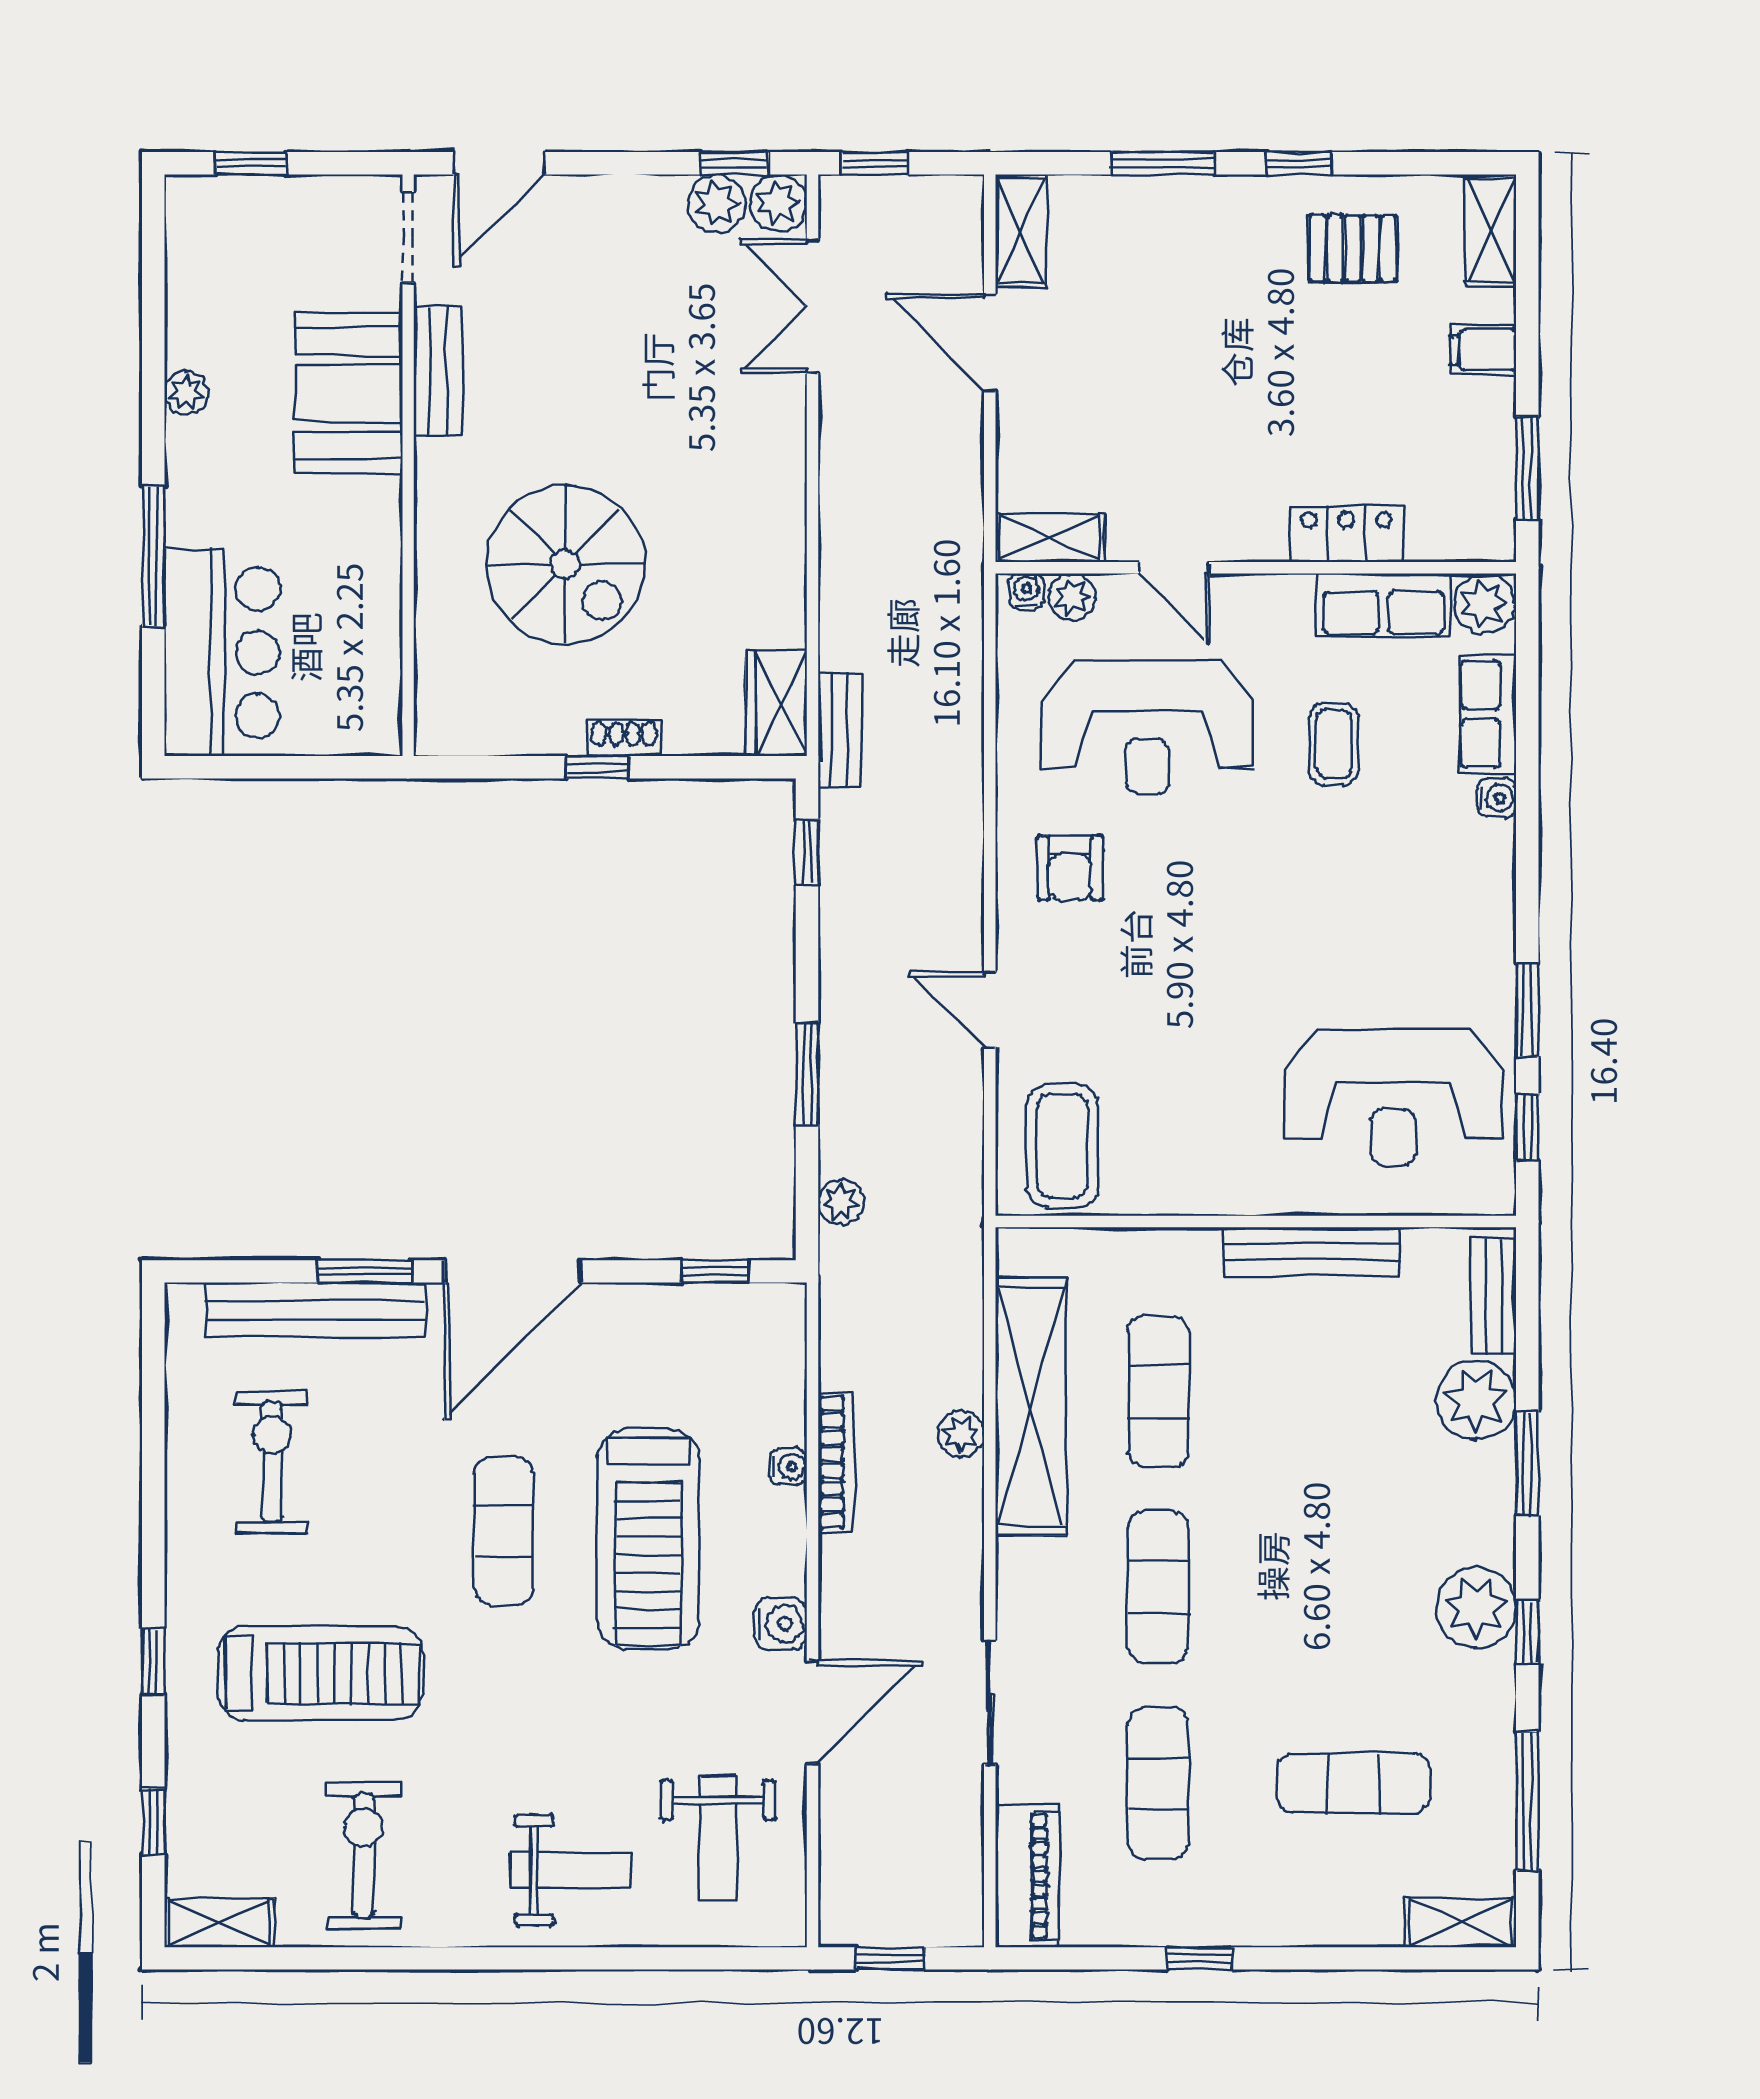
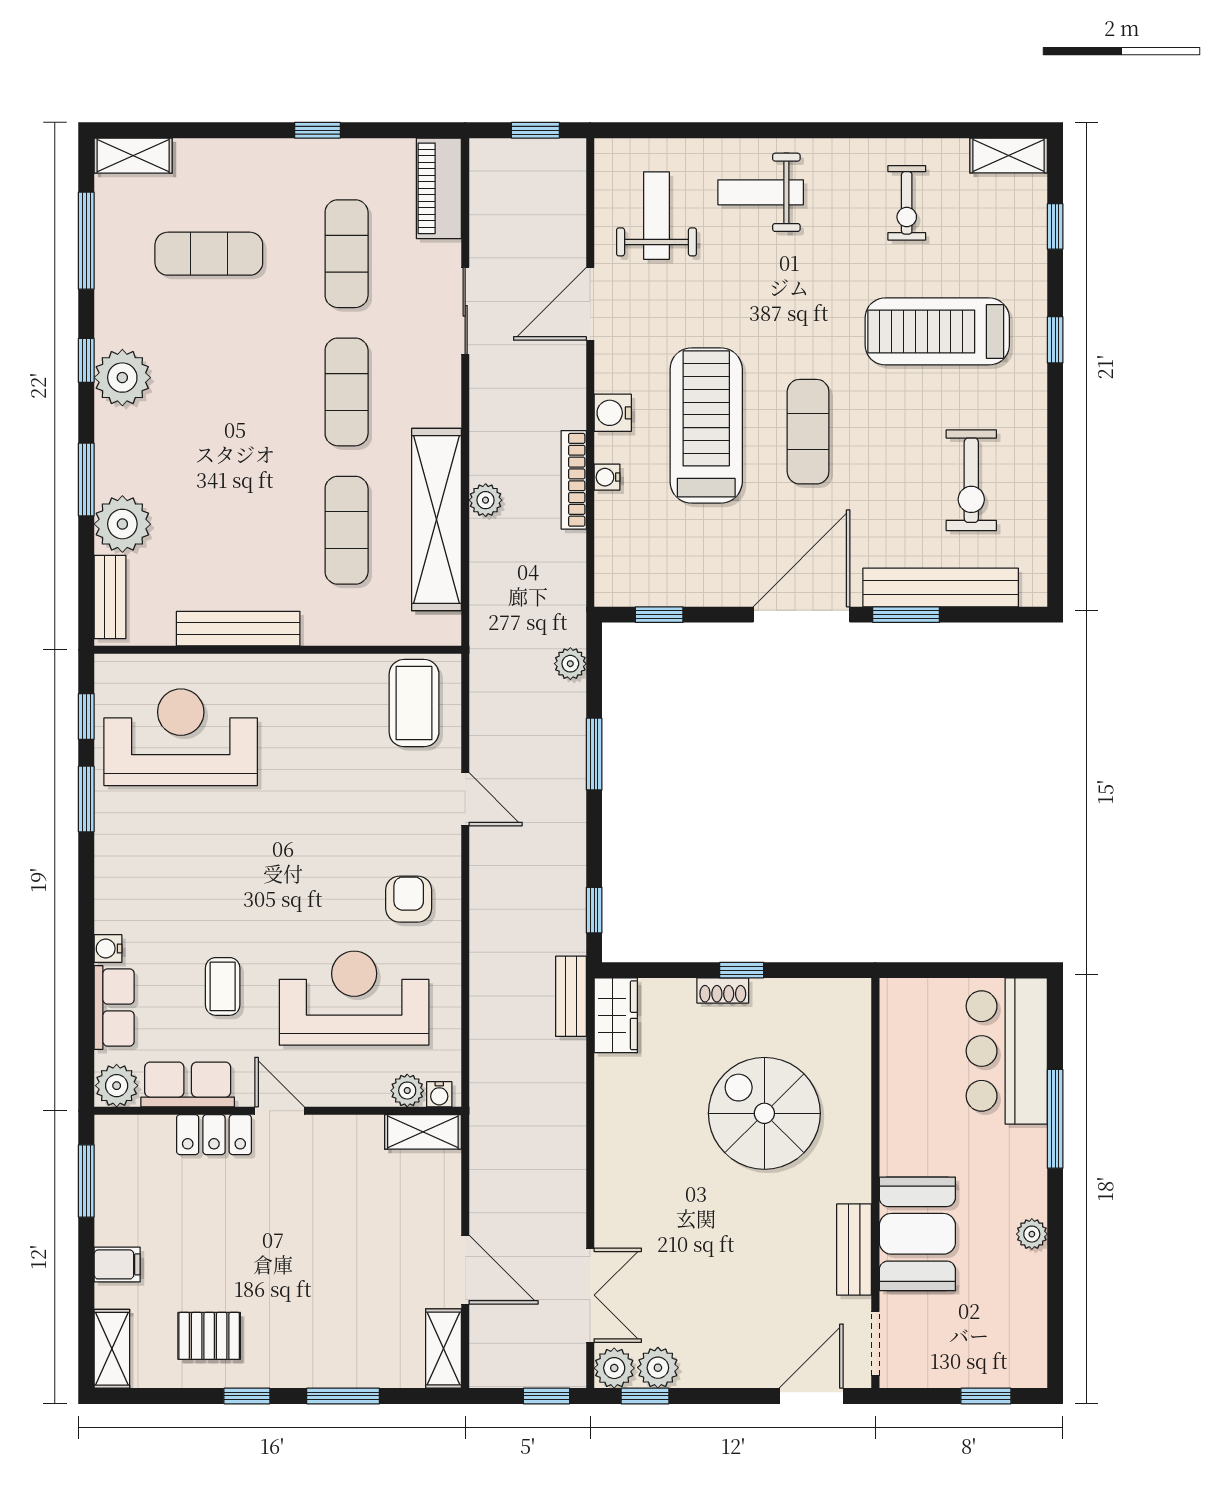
door: (1174, 568) -> (280, 1111), moved
water cooler: (781, 1624) -> (613, 413), moved
exercise bike: (364, 1855) -> (907, 203), width x0.73, depth x0.72

